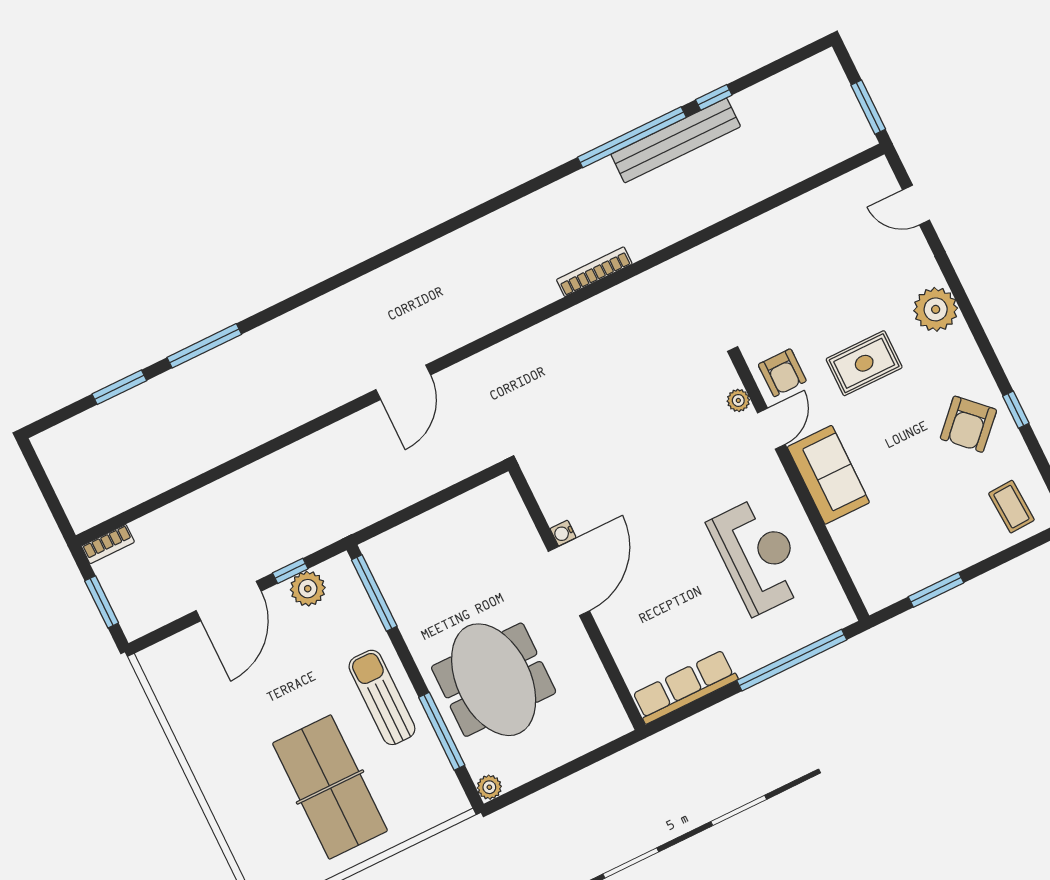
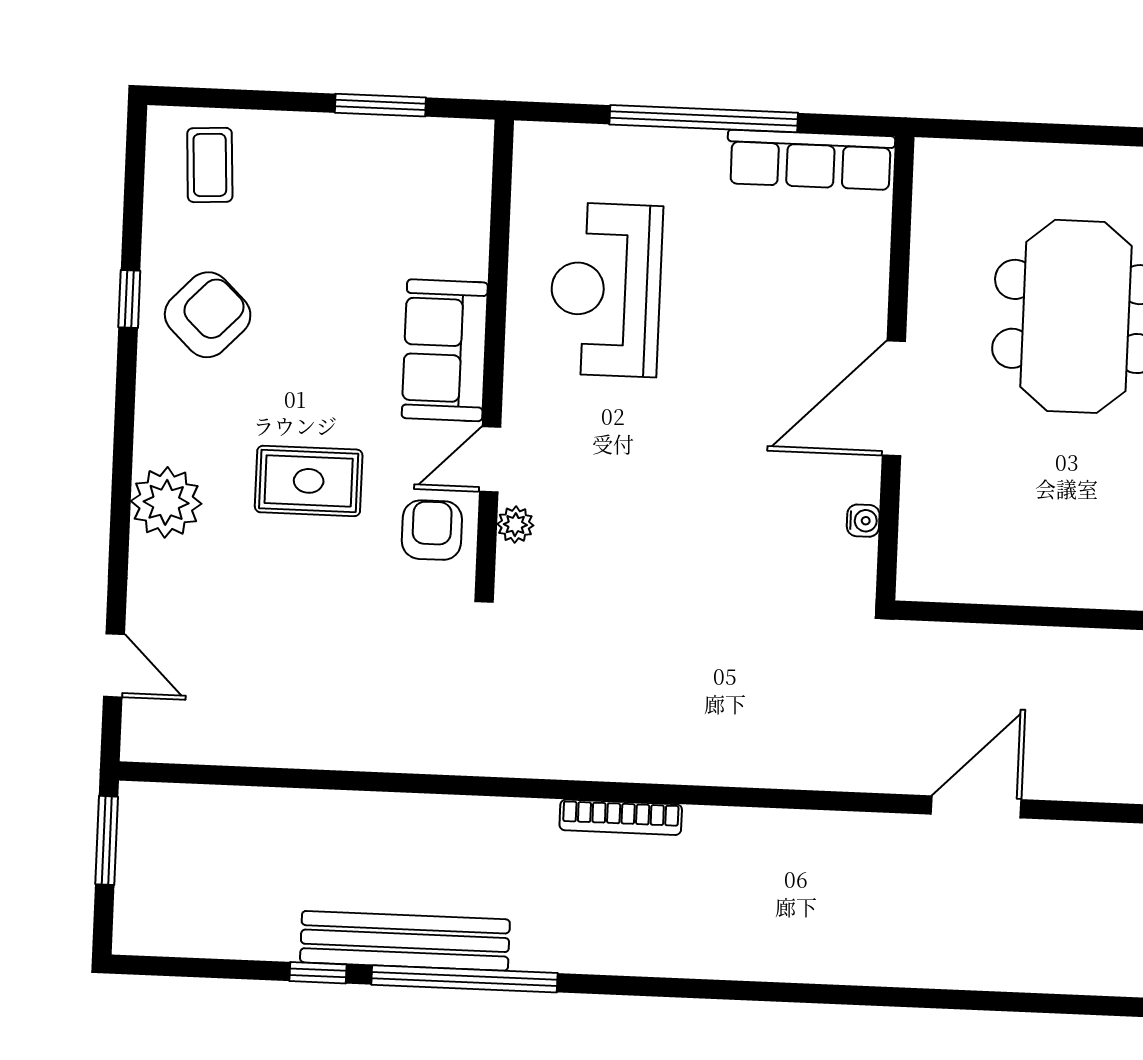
water cooler: (563, 533) -> (863, 521), moved
window: (792, 660) -> (704, 119), moved

